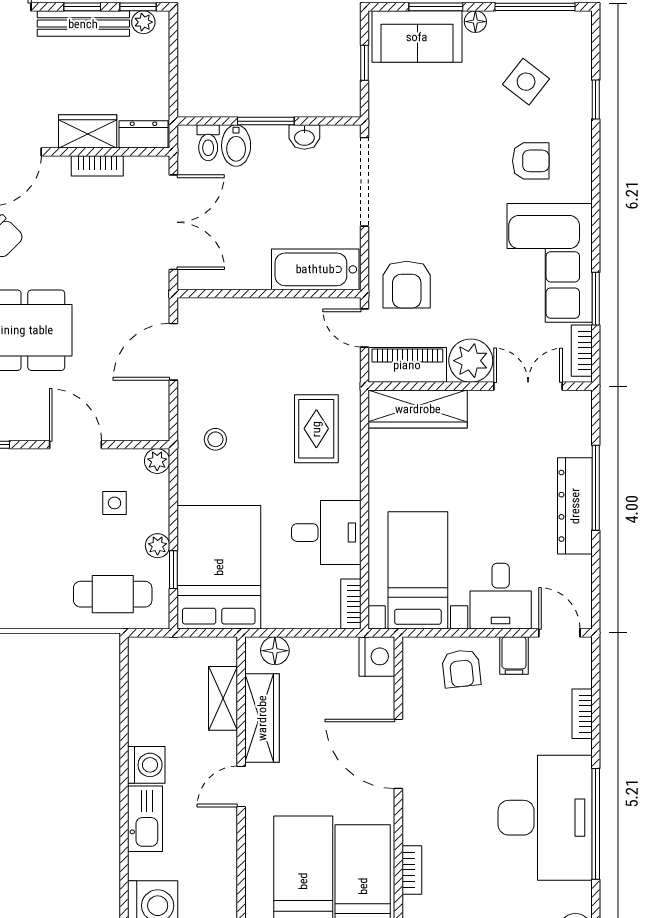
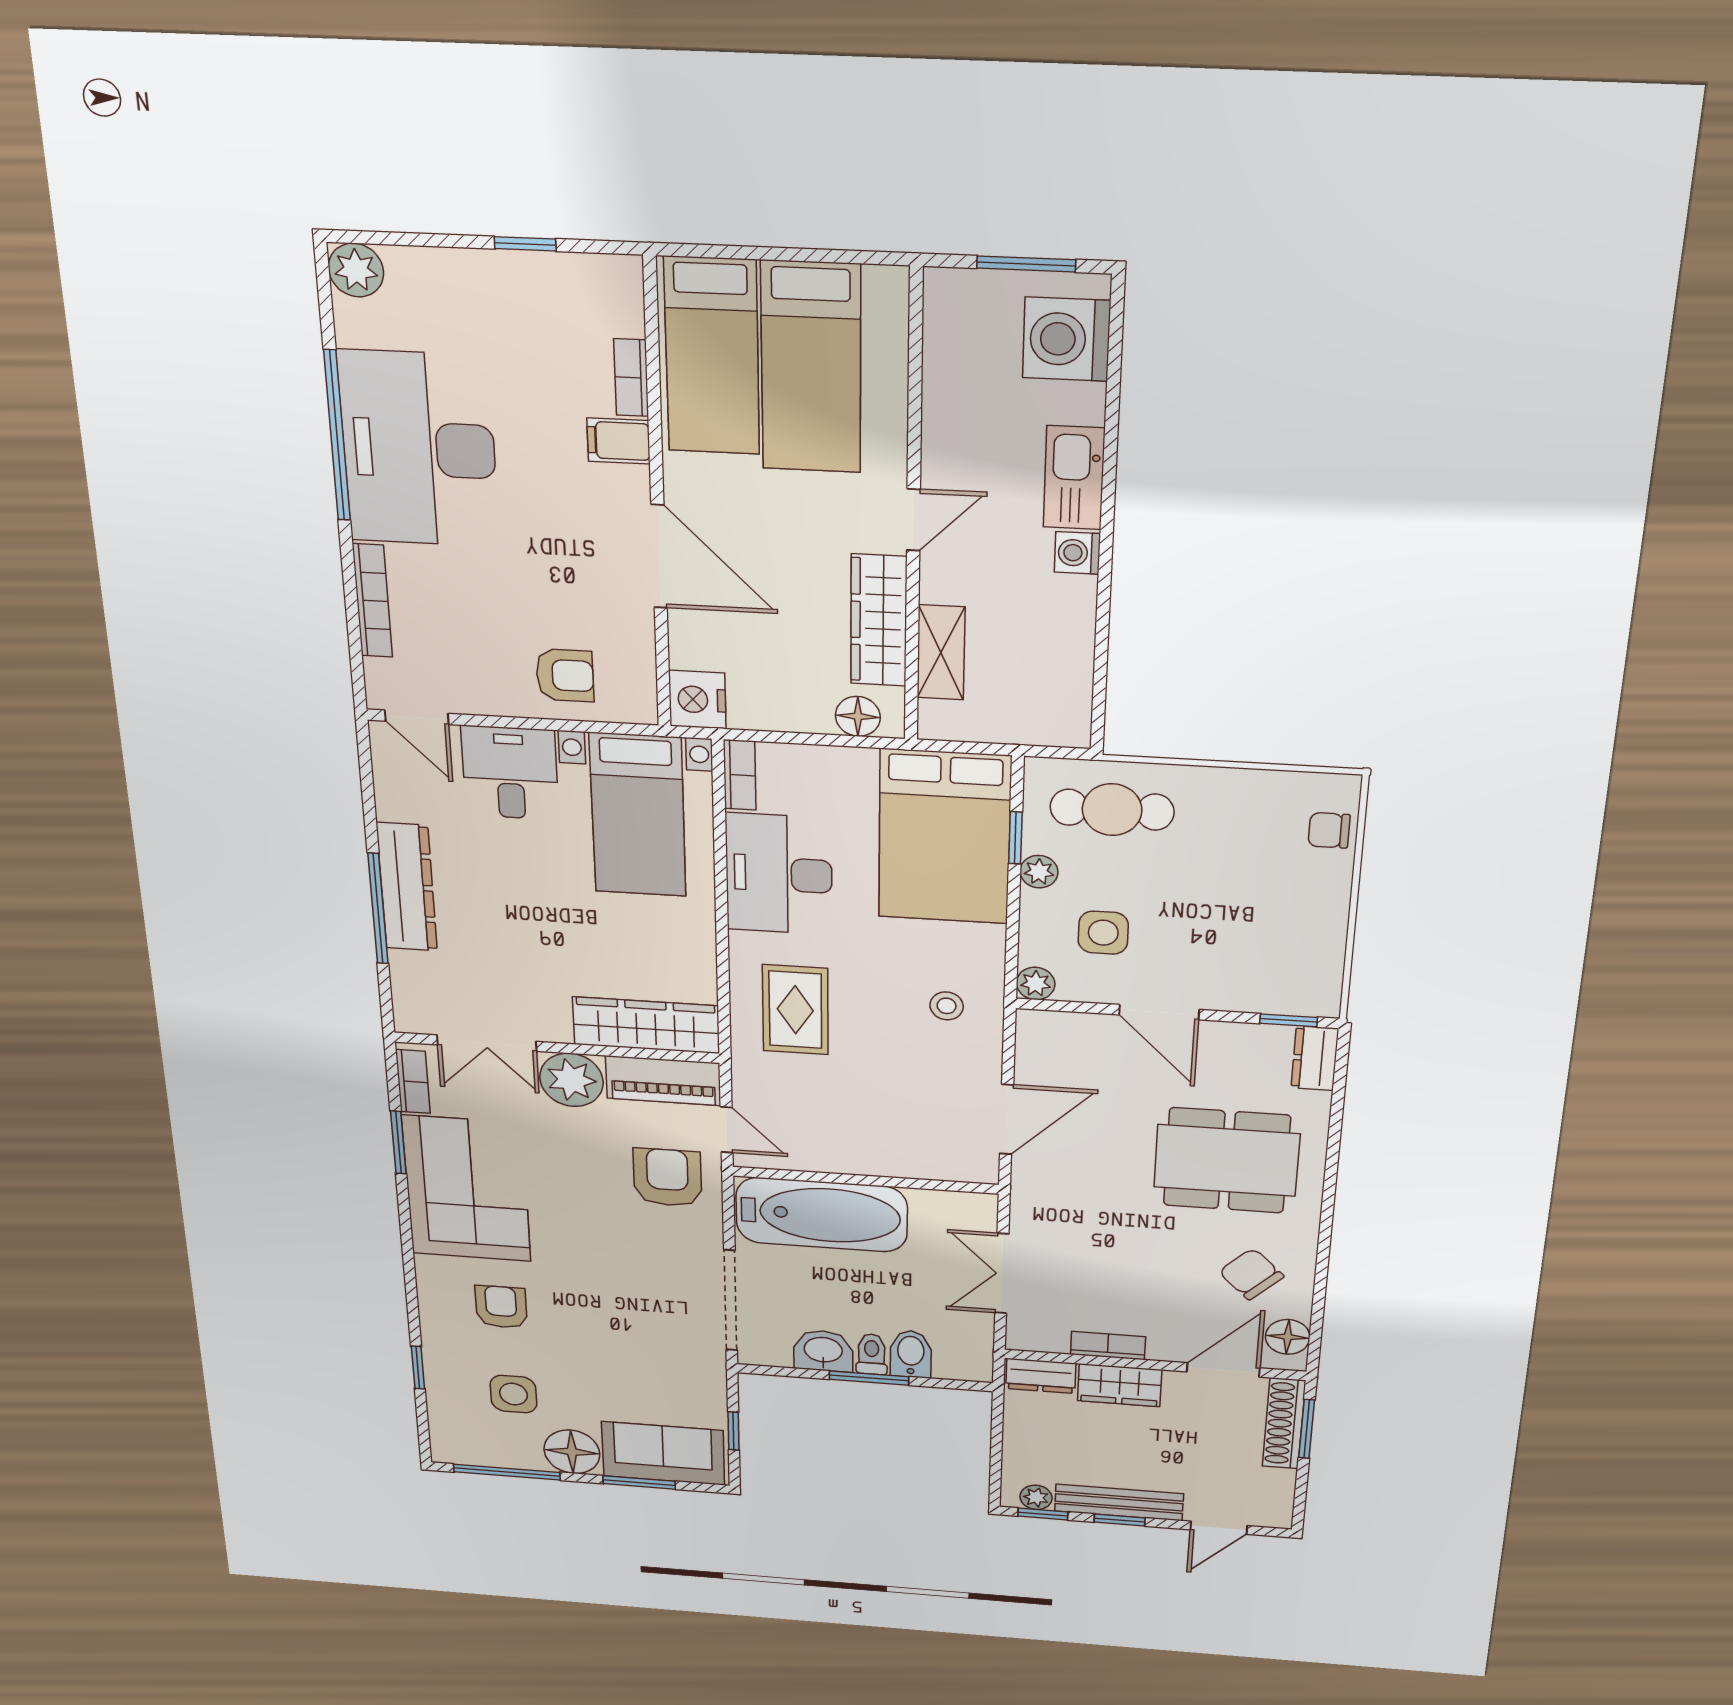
floor lamp: (475, 22) -> (572, 1452), width x1.89, depth x1.89
side table: (526, 82) -> (513, 1394), turned -38
washbasin: (304, 137) -> (823, 1351), width x1.38, depth x1.45
toilet: (208, 143) -> (872, 1354), moved
armchair: (531, 161) -> (501, 1307), turned 90
double door: (173, 222) -> (1002, 1274), width x0.73
bathtub: (315, 269) -> (822, 1215), width x1.36, depth x1.36
side table: (115, 503) -> (1103, 933), width x1.37, depth x1.37
desk: (326, 533) -> (779, 874), width x1.37
filing cabinet: (514, 655) -> (619, 441), moved, turned -90
armchair: (461, 669) -> (565, 675), turned 96
bookcase: (582, 714) -> (372, 601), width x1.56
washing machine: (146, 765) -> (1077, 553), width x0.73, depth x0.73

